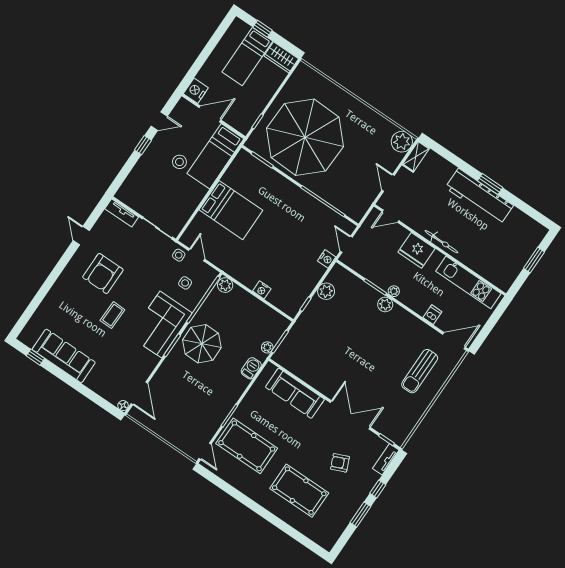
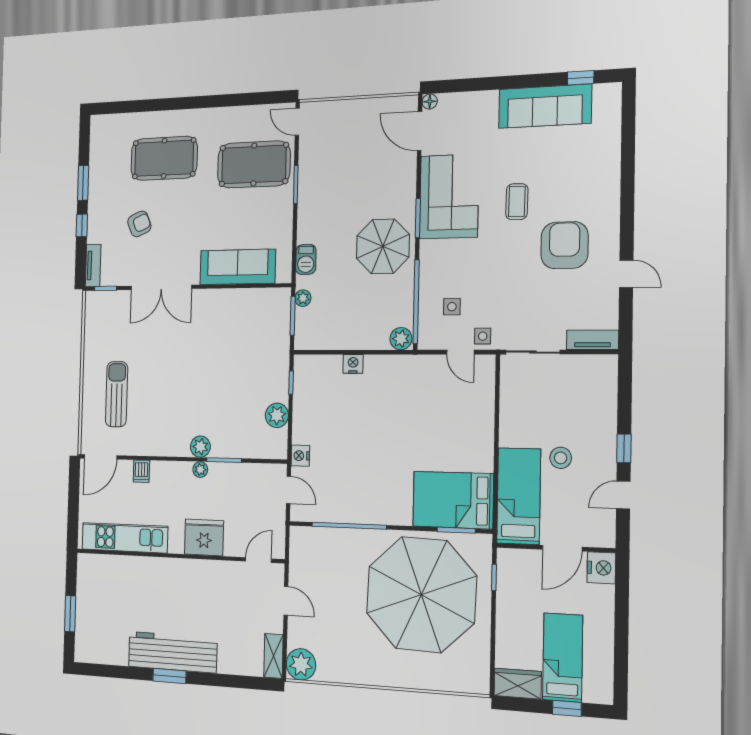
bed: (231, 210) -> (453, 500), moved
bicycle: (441, 242) -> (182, 567), removed
corner sofa: (161, 324) -> (449, 196), moved

